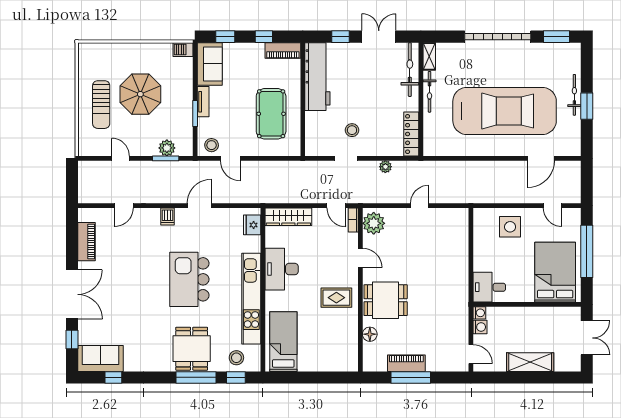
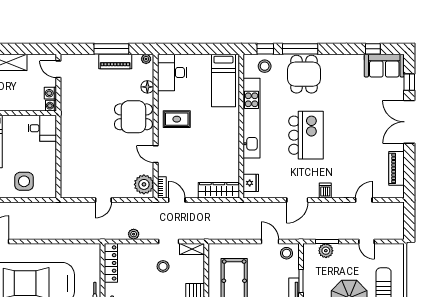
shelving: (319, 150) -> (192, 249), added
desk: (282, 269) -> (172, 73), moved, turned 180
plant: (371, 366) -> (146, 59), added

